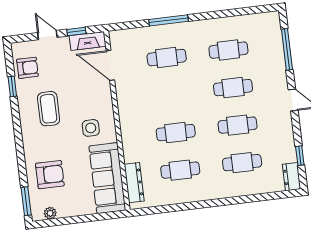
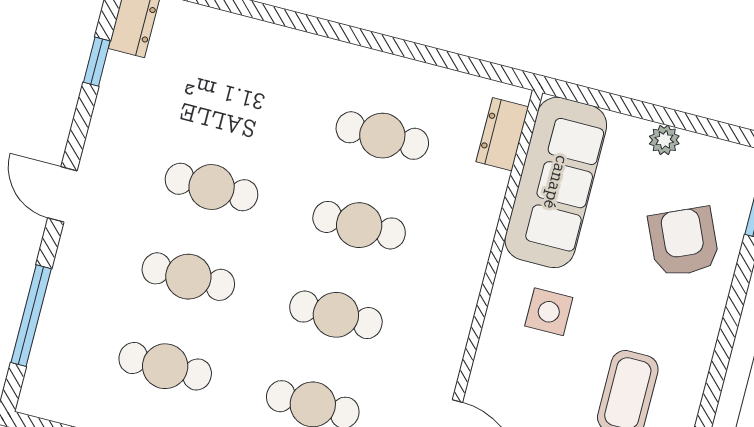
cafe table: (242, 163) -> (336, 315), moved
armchair: (50, 175) -> (684, 242), turned 66
dresser: (134, 183) -> (502, 134), width x0.70
plant: (50, 213) -> (664, 140), moved

